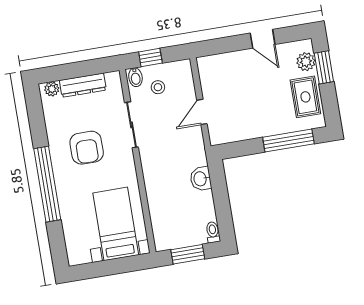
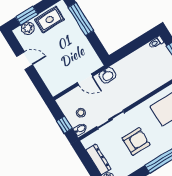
door: (263, 39) -> (25, 61), hinge flipped
washbasin: (201, 179) -> (107, 75), moved

